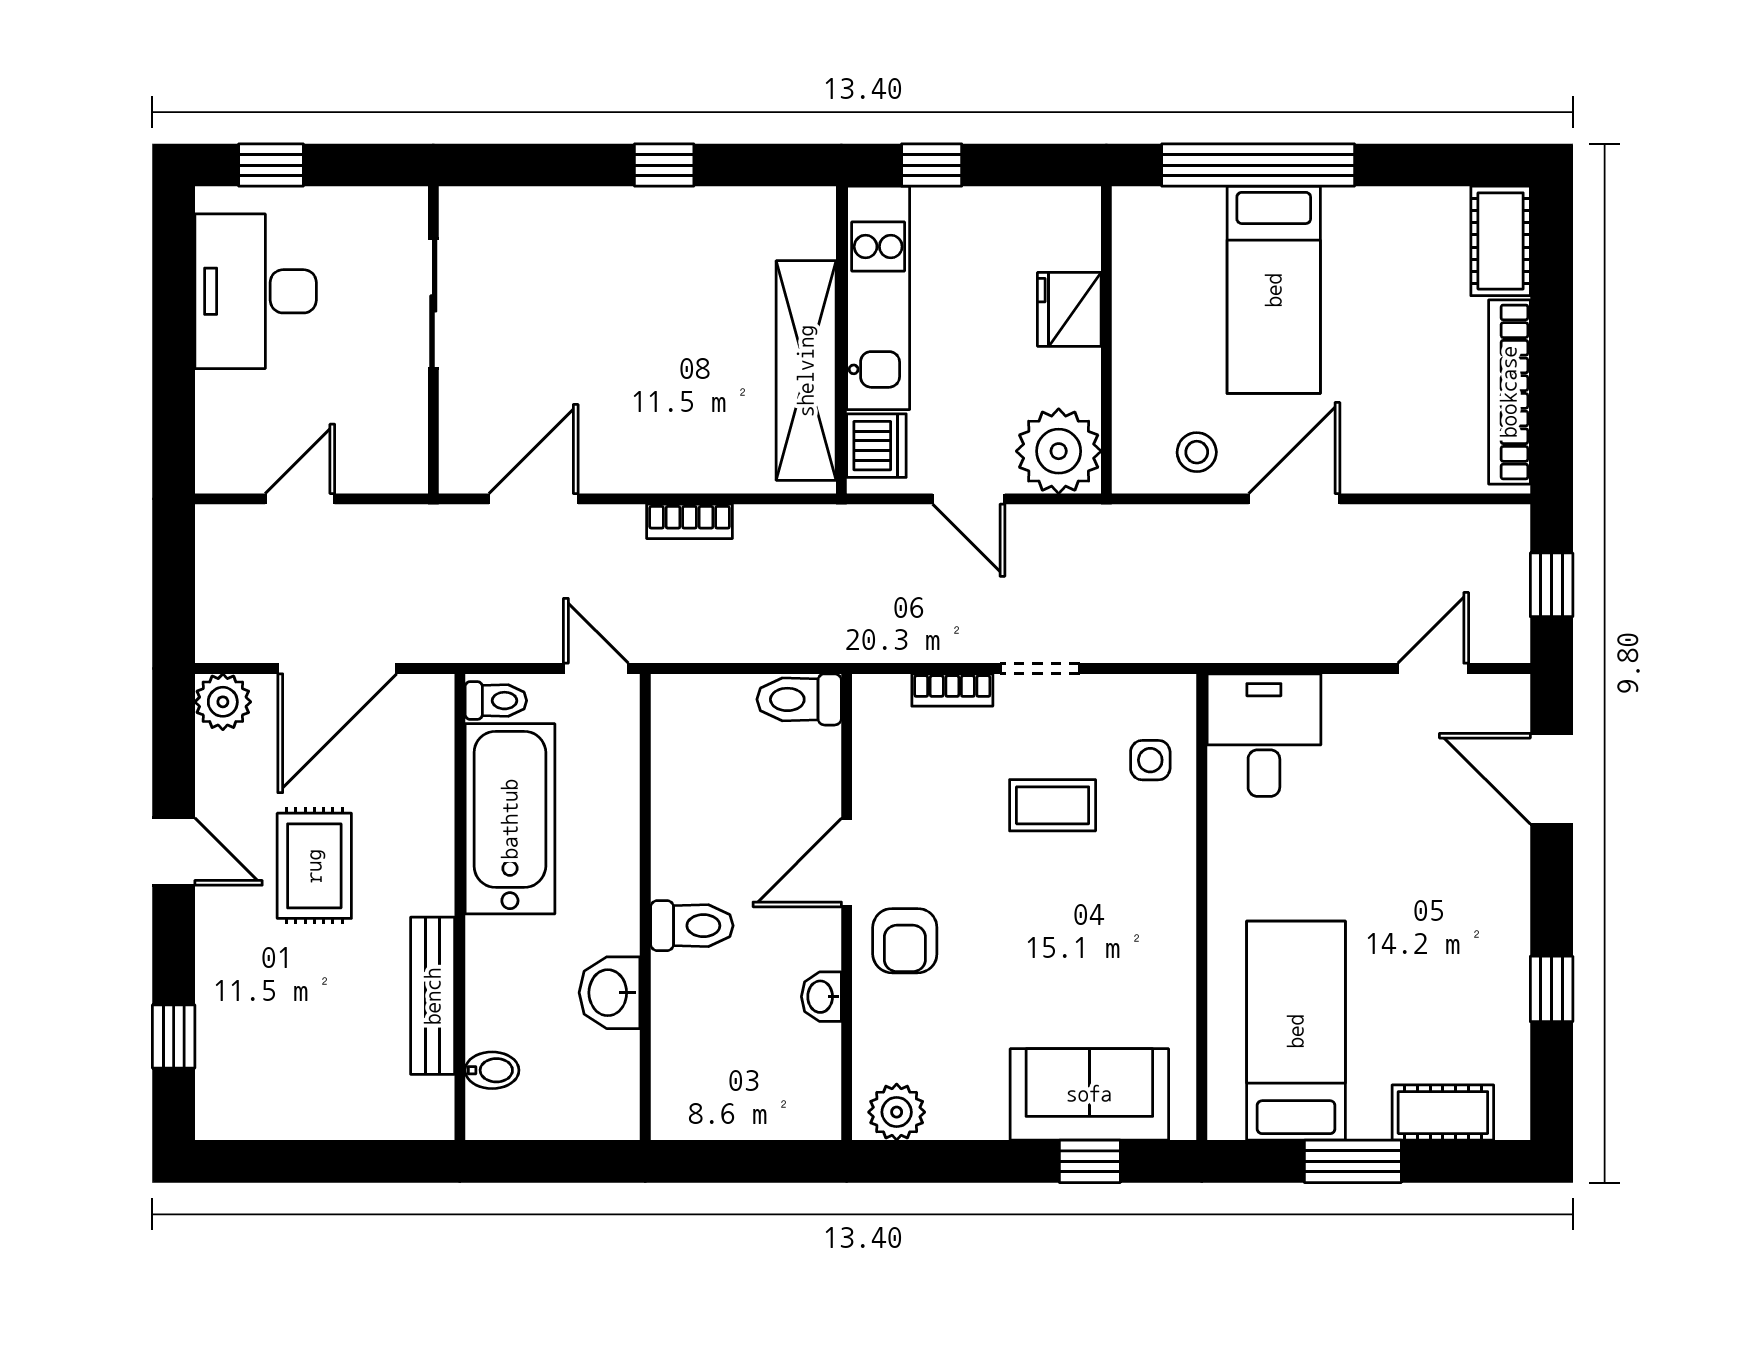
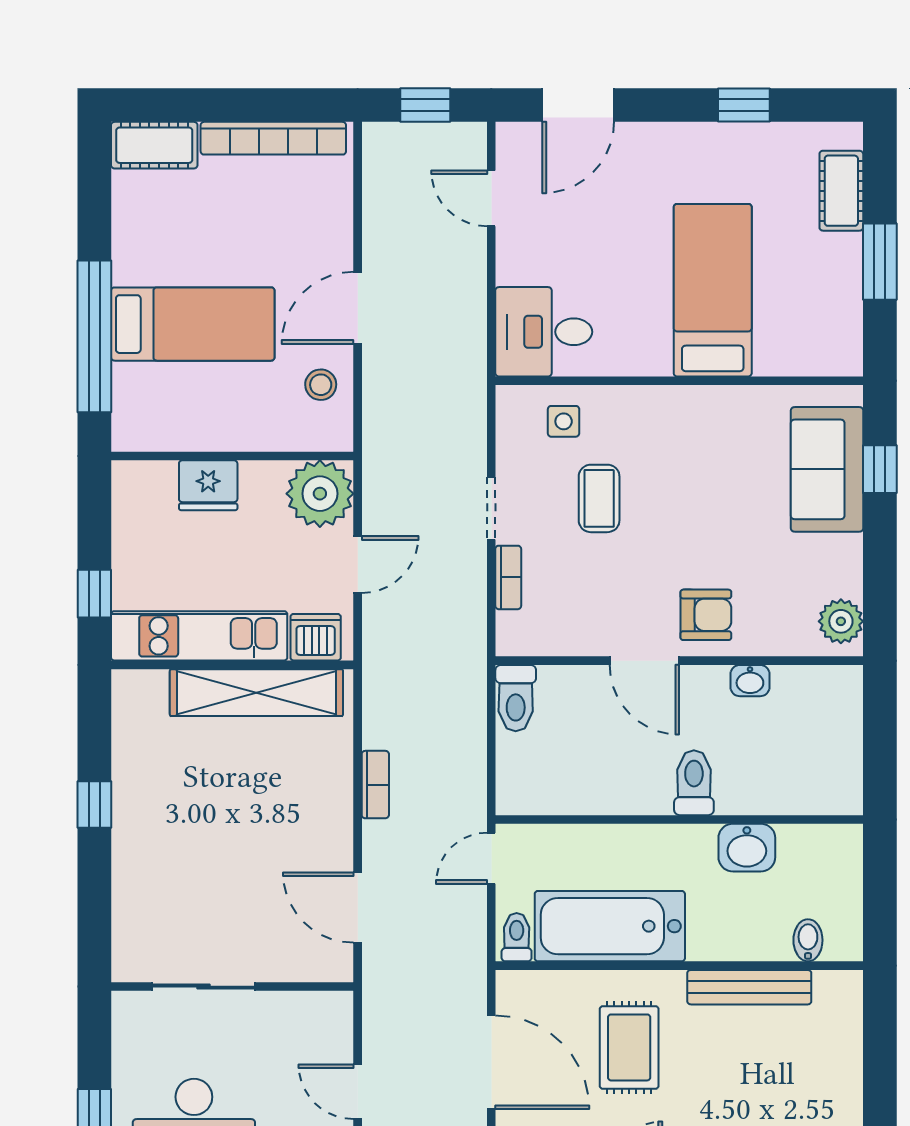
door: (1294, 499) -> (358, 308), hinge flipped
rug: (314, 866) -> (629, 1047), moved, turned 90
bed: (1296, 1031) -> (713, 290), moved, turned 90

